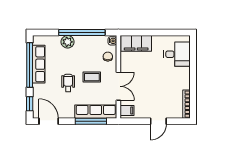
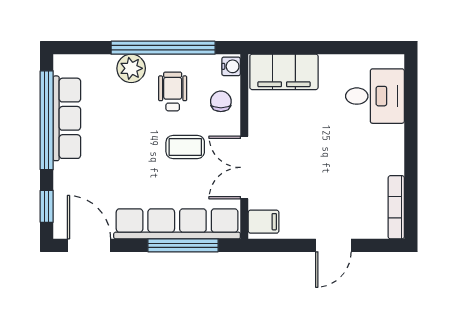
wheelchair: (68, 83) -> (173, 91), moved
double door: (118, 86) -> (244, 167), swing flipped
row of seats: (96, 112) -> (177, 224), width x1.36

